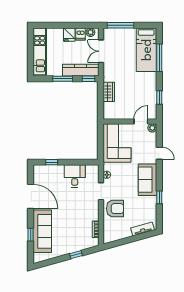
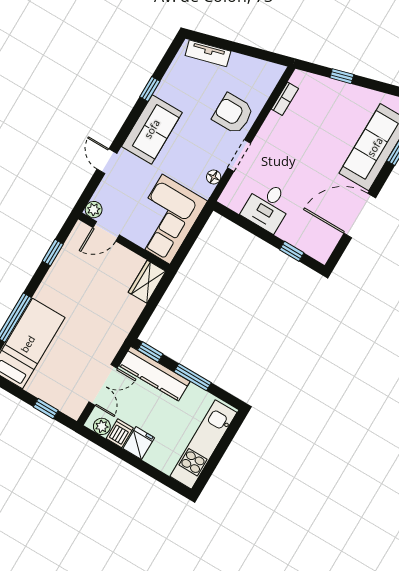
window: (120, 25) -> (46, 409), width x0.46
wardrobe: (109, 92) -> (147, 282), moved
door: (31, 196) -> (360, 216), hinge flipped

